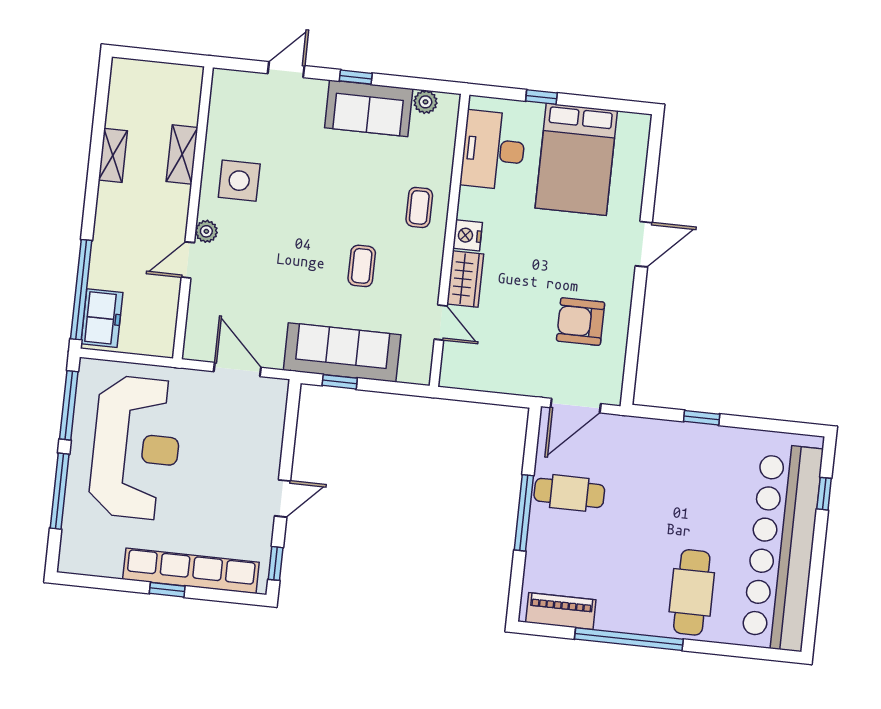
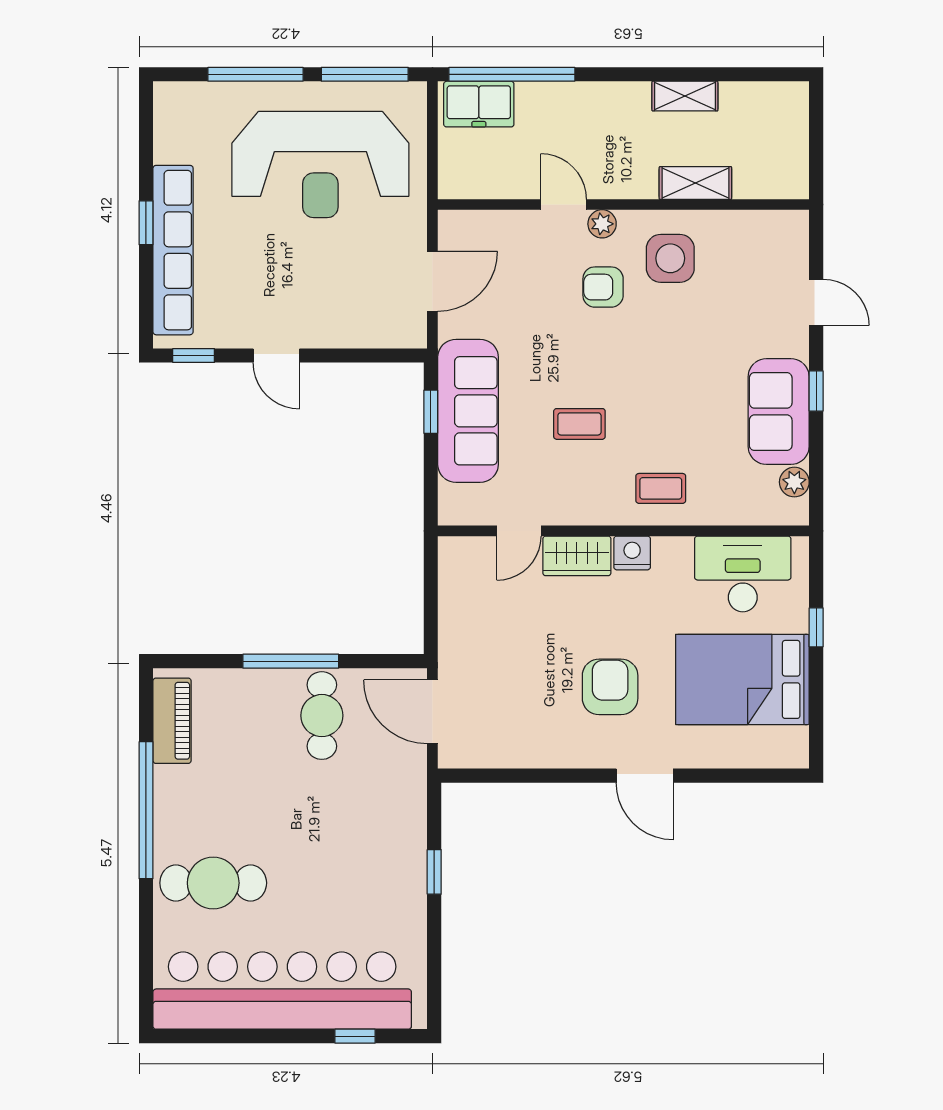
armchair: (256, 236) -> (603, 287), added
armchair: (581, 322) -> (610, 687), moved

